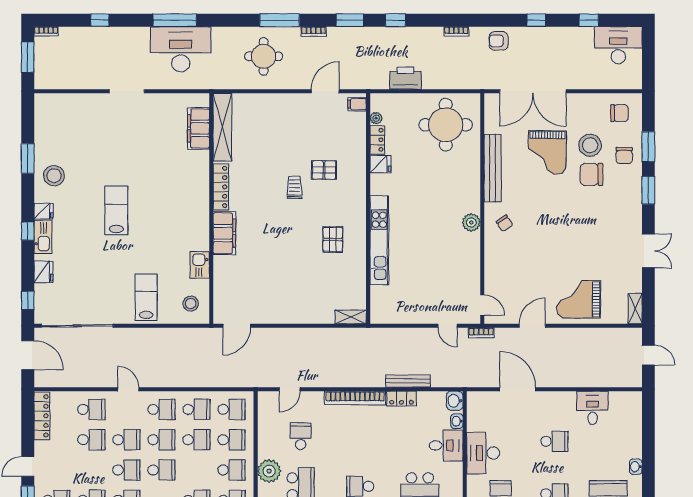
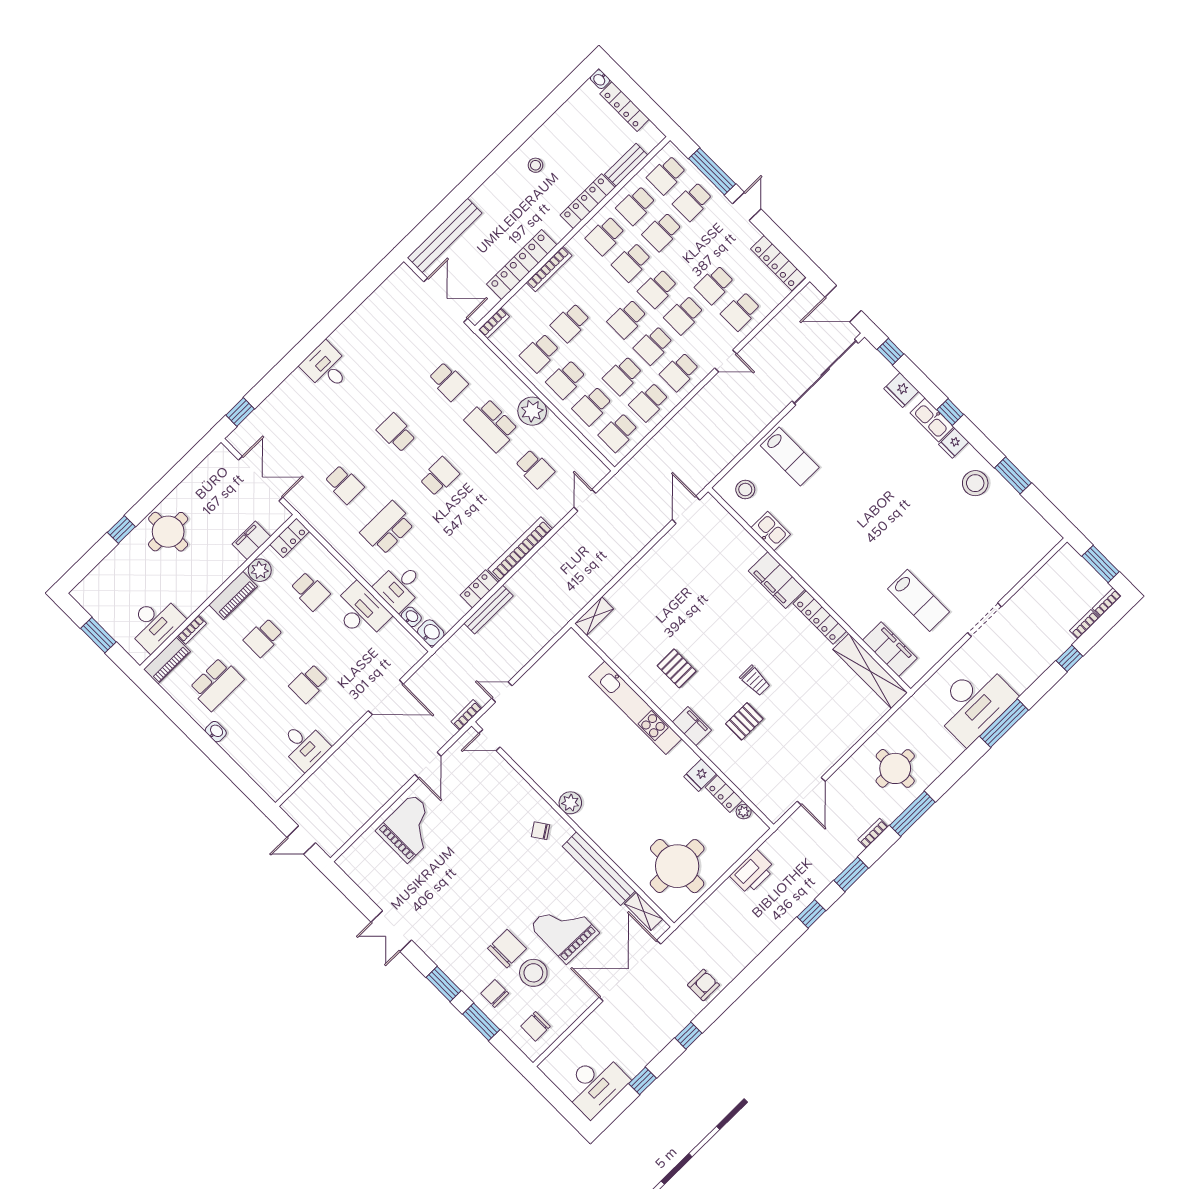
bookcase: (456, 31) -> (1084, 624), moved
filing cabinet: (357, 104) -> (692, 726), moved, width x2.00
lab bench: (116, 210) -> (919, 600), moved
shelving: (635, 309) -> (644, 911), moved

